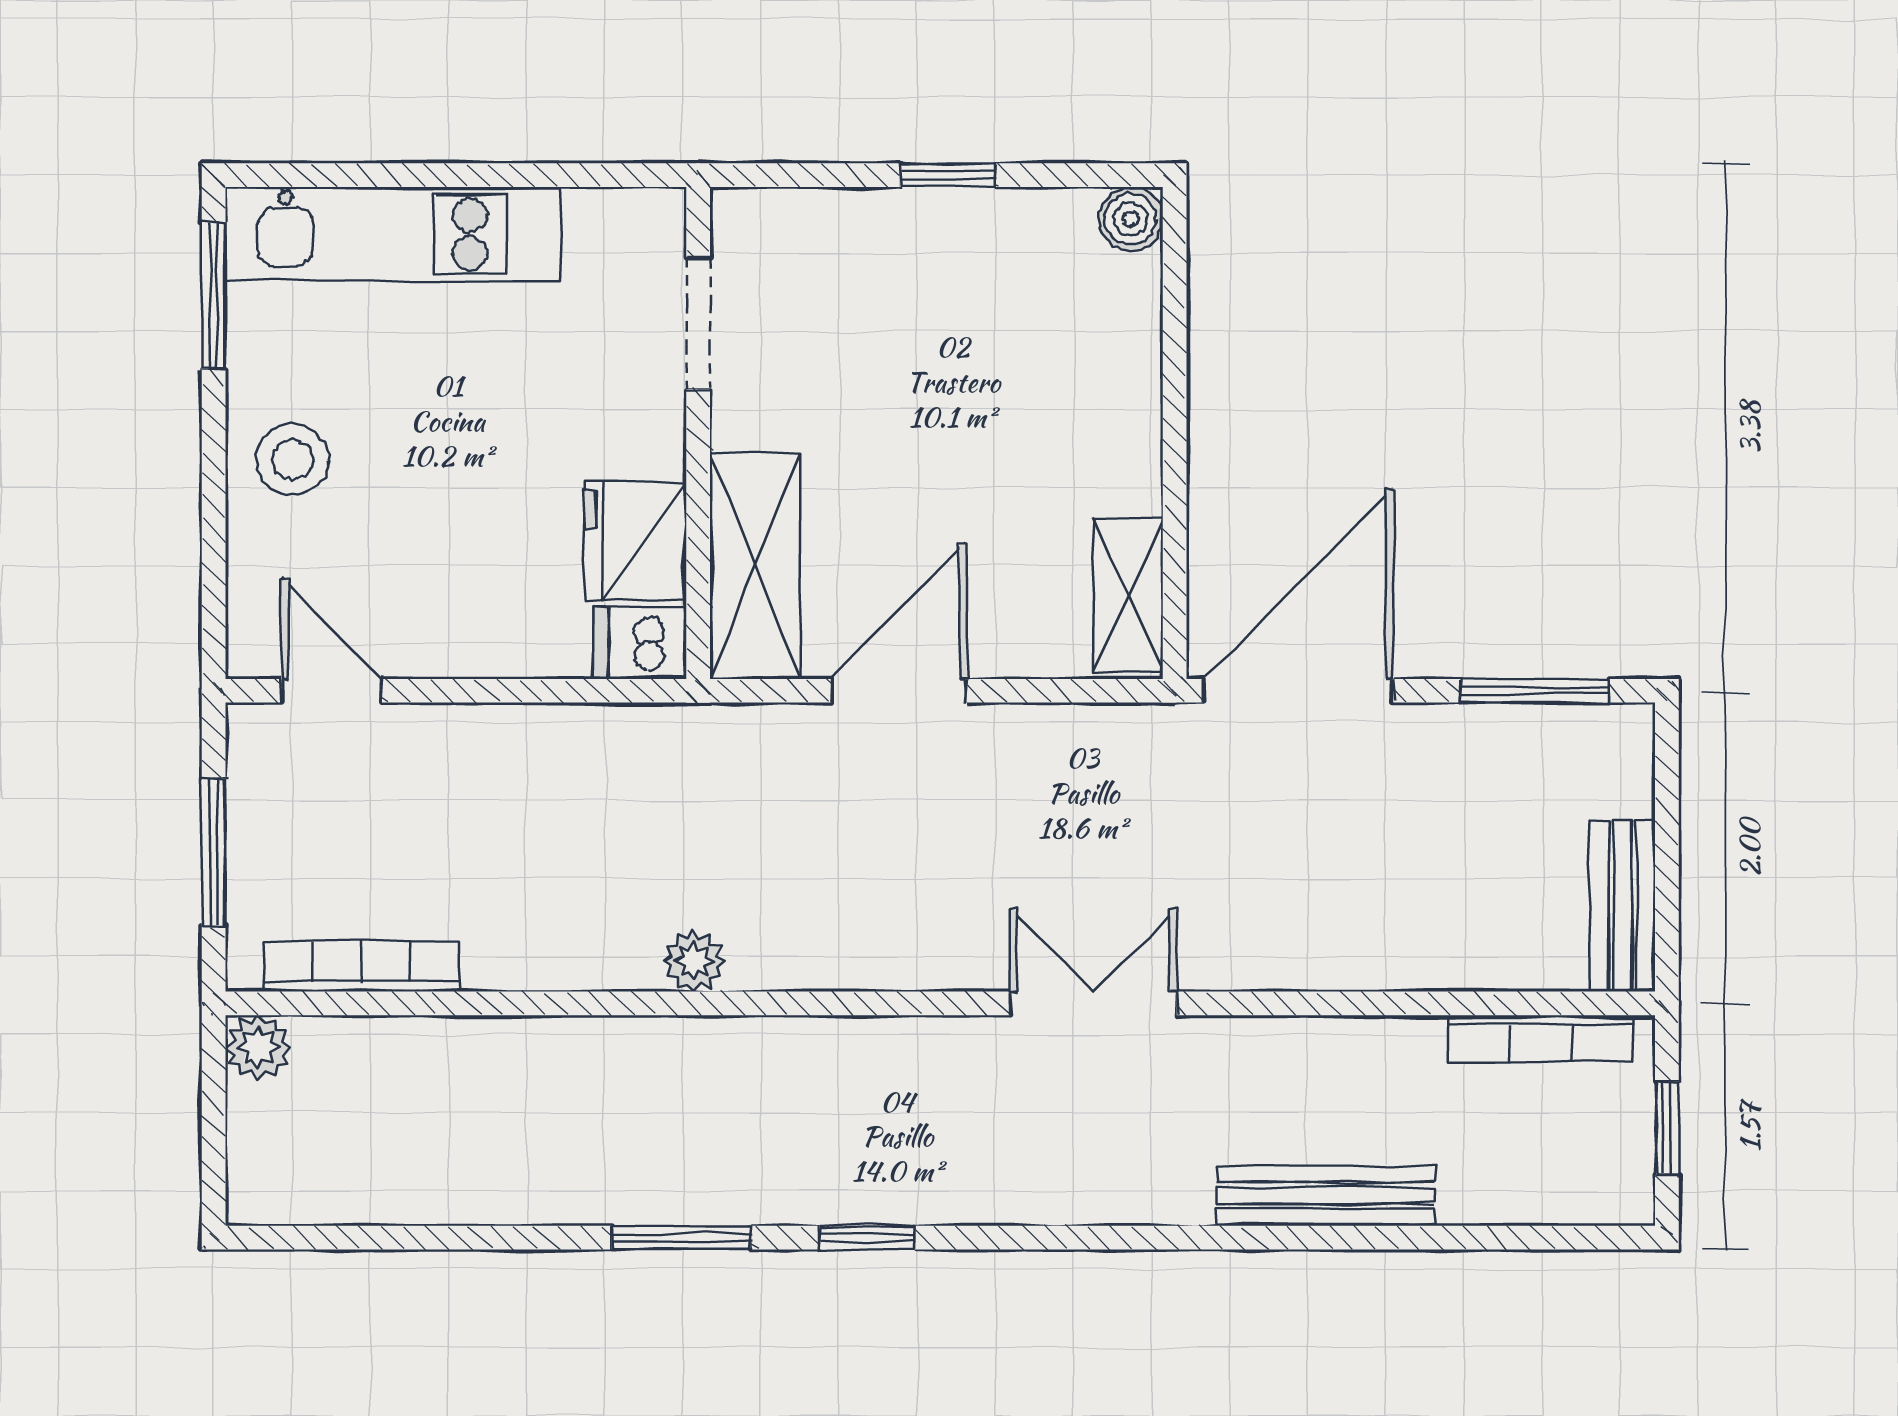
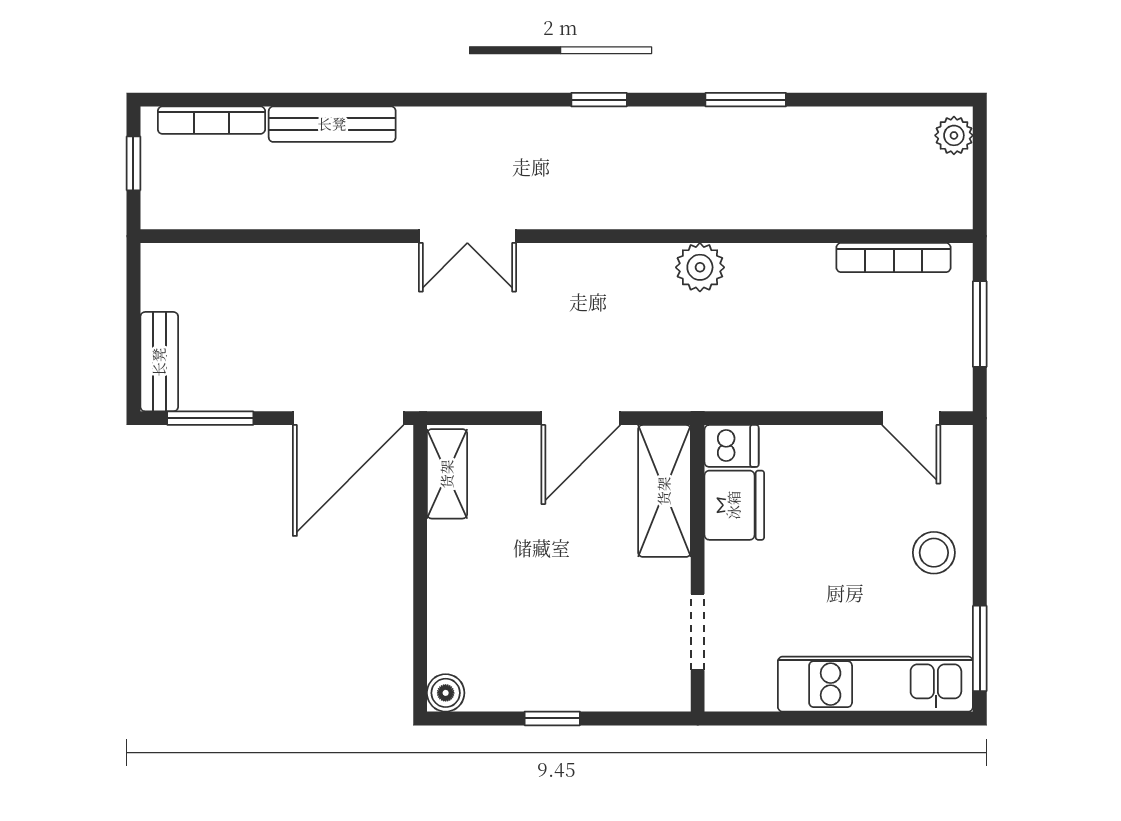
bench: (1623, 906) -> (159, 362), moved
plant: (694, 961) -> (700, 267), width x1.38, depth x1.38
bookcase: (1541, 1039) -> (211, 120), moved, turned 180
plant: (258, 1048) -> (954, 135), moved
window: (681, 1238) -> (746, 100), moved

